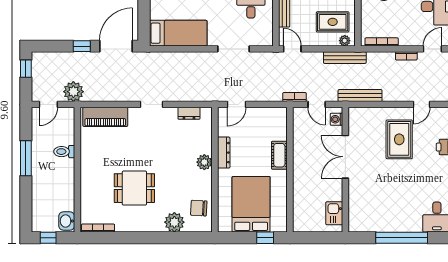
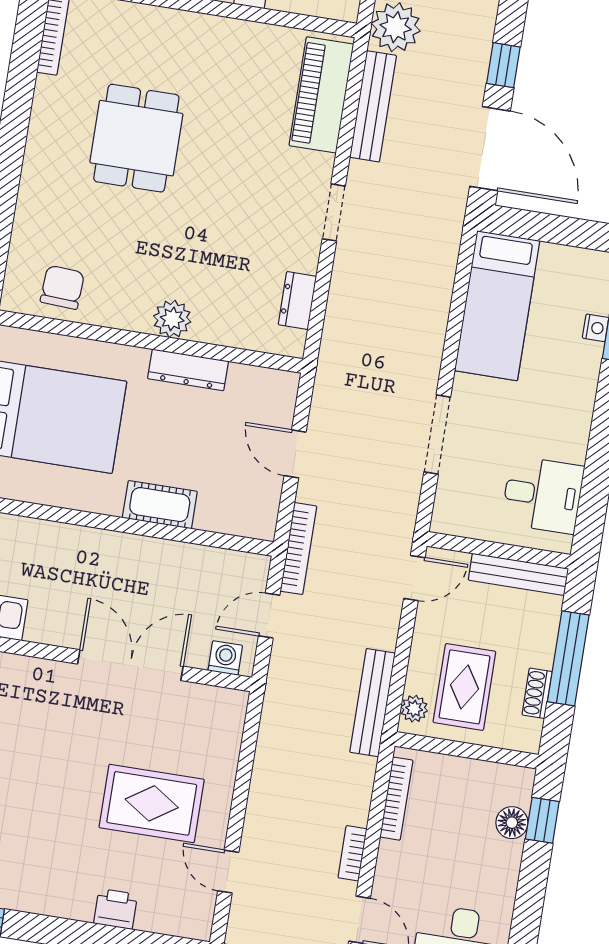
bench: (360, 96) -> (373, 106), moved
bookcase: (295, 97) -> (299, 549), width x1.56
door: (236, 104) -> (295, 454), moved
plant: (174, 222) -> (37, 222), removed

